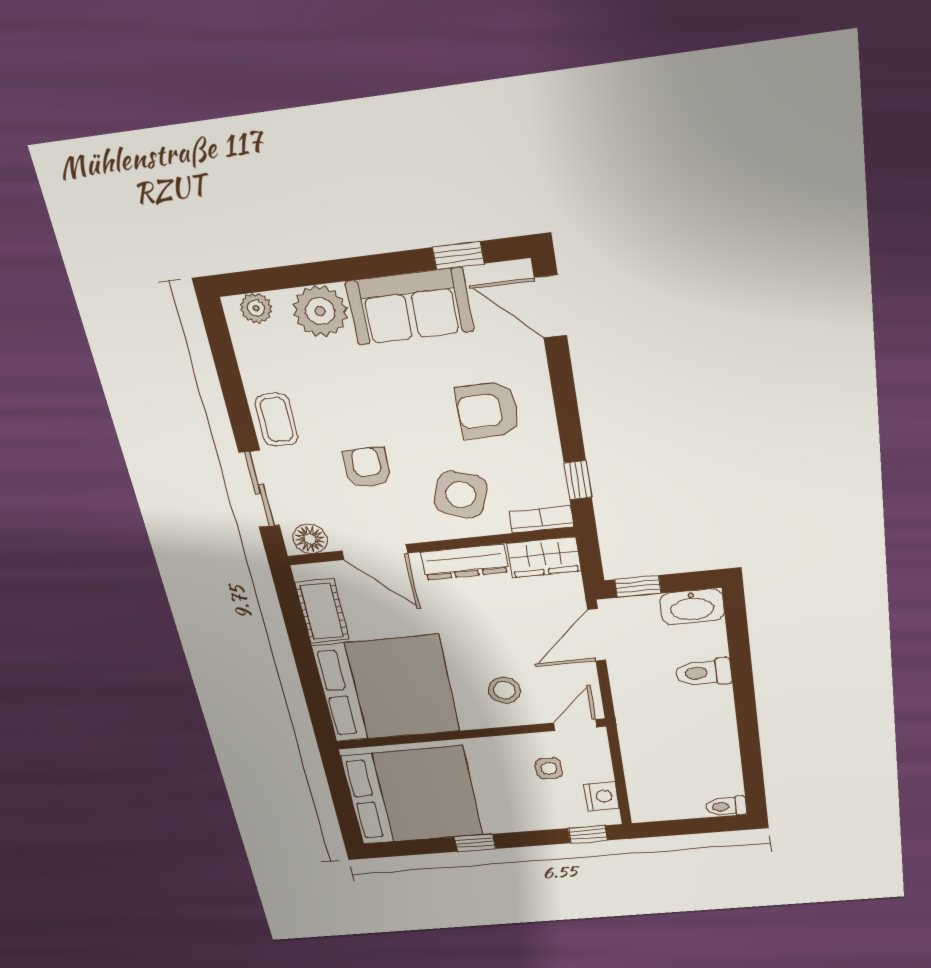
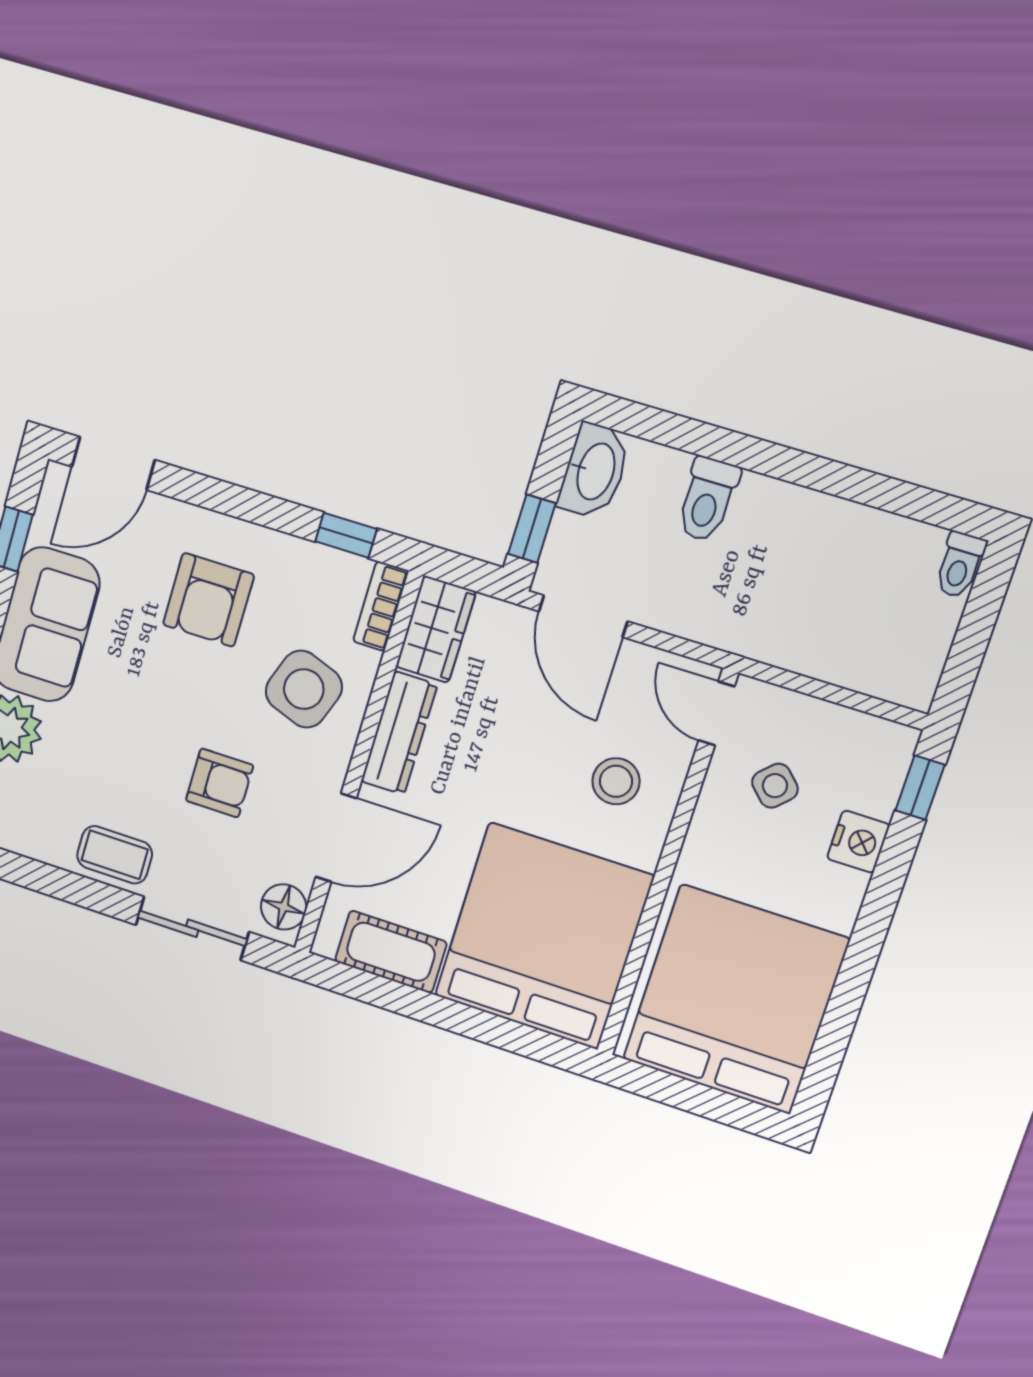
armchair: (367, 467) -> (220, 783), turned 180
side table: (549, 768) -> (775, 786), turned 45
nightstand: (602, 796) -> (858, 842), moved, turned 90
window: (475, 843) -> (861, 957), removed

